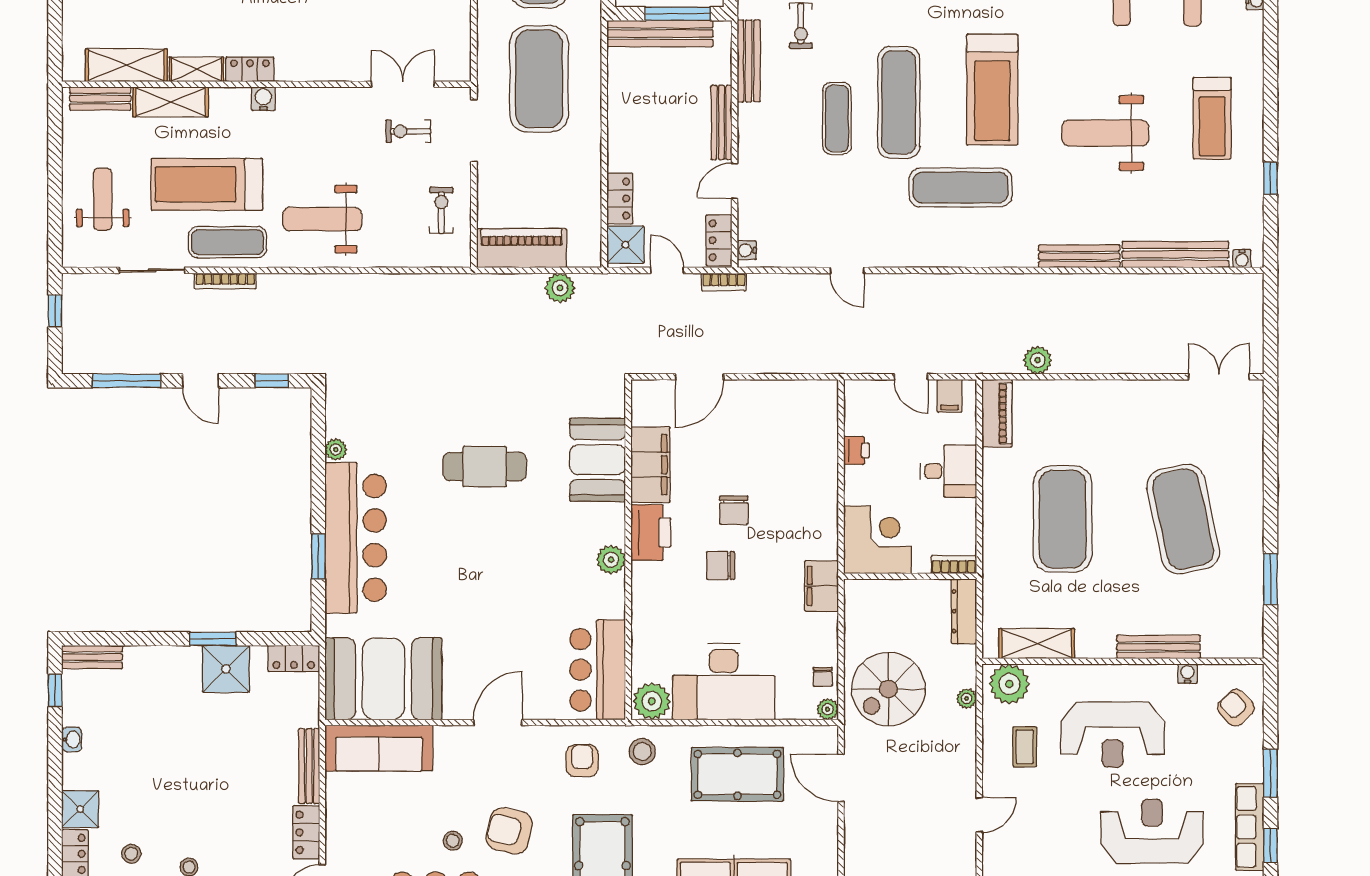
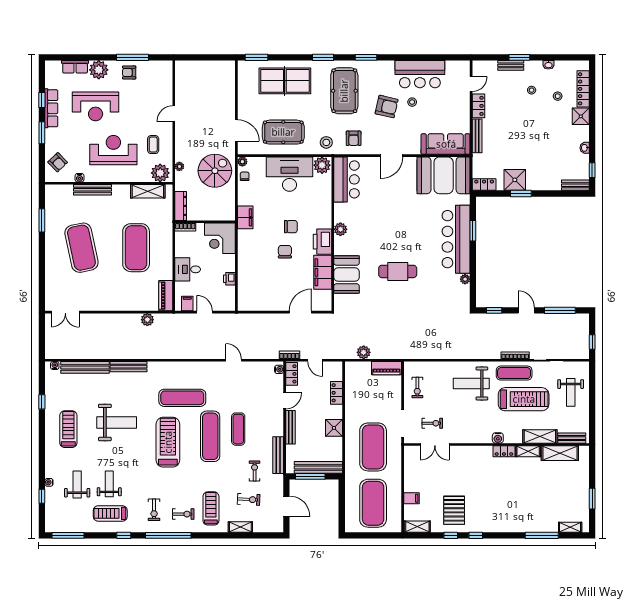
weight bench: (322, 219) -> (471, 383), turned 180
shower: (625, 245) -> (334, 428), moved
piano: (522, 248) -> (386, 368), width x0.73, depth x0.75

